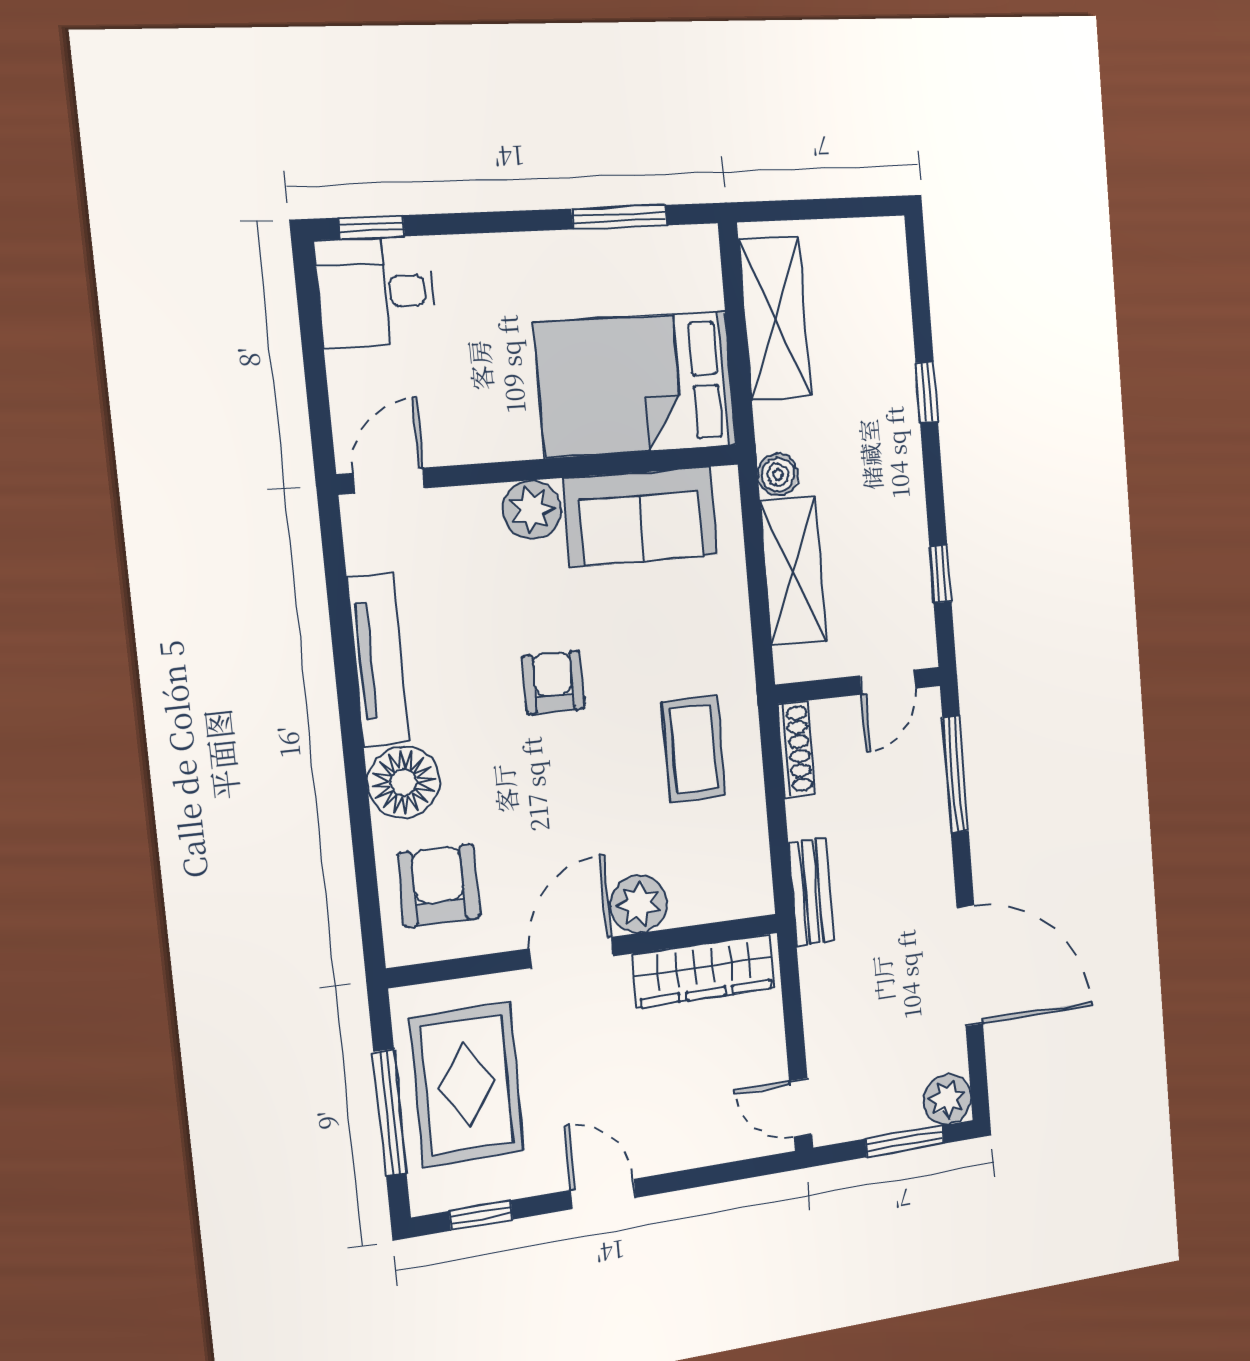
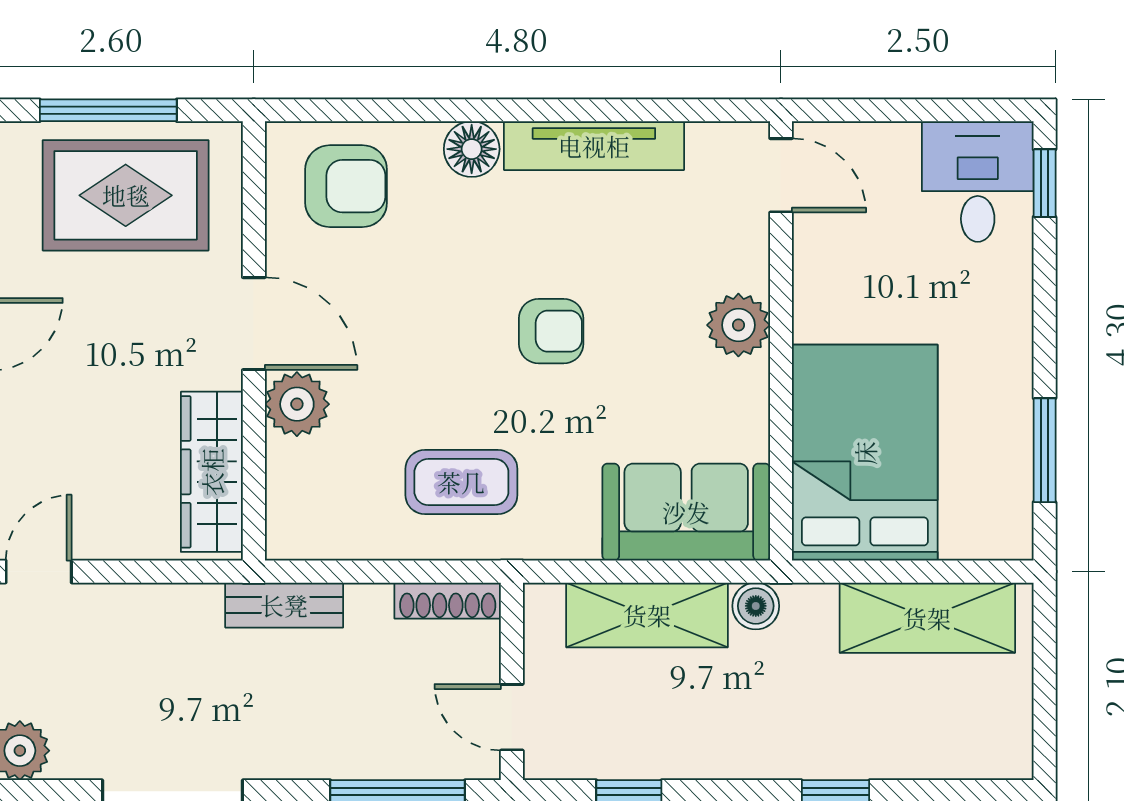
sofa: (641, 517) -> (686, 512), moved, turned 90
floor lamp: (404, 782) -> (472, 149), width x0.73, depth x0.73

